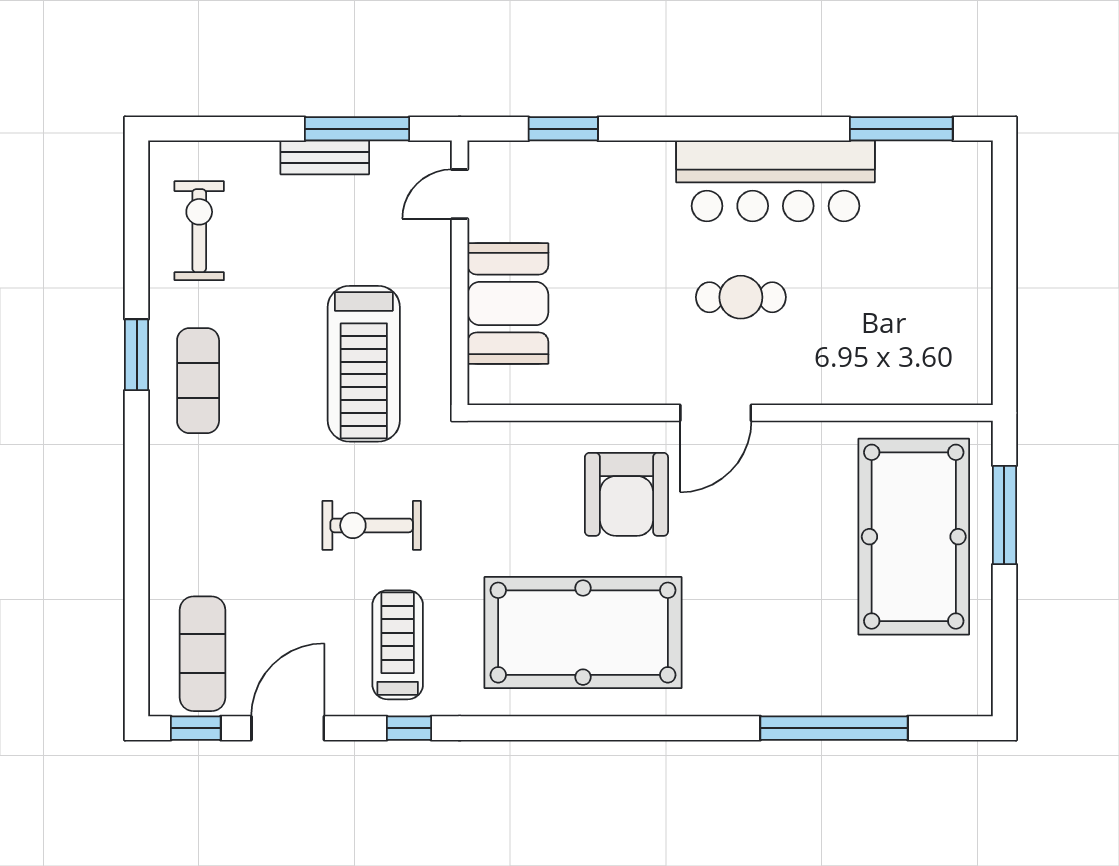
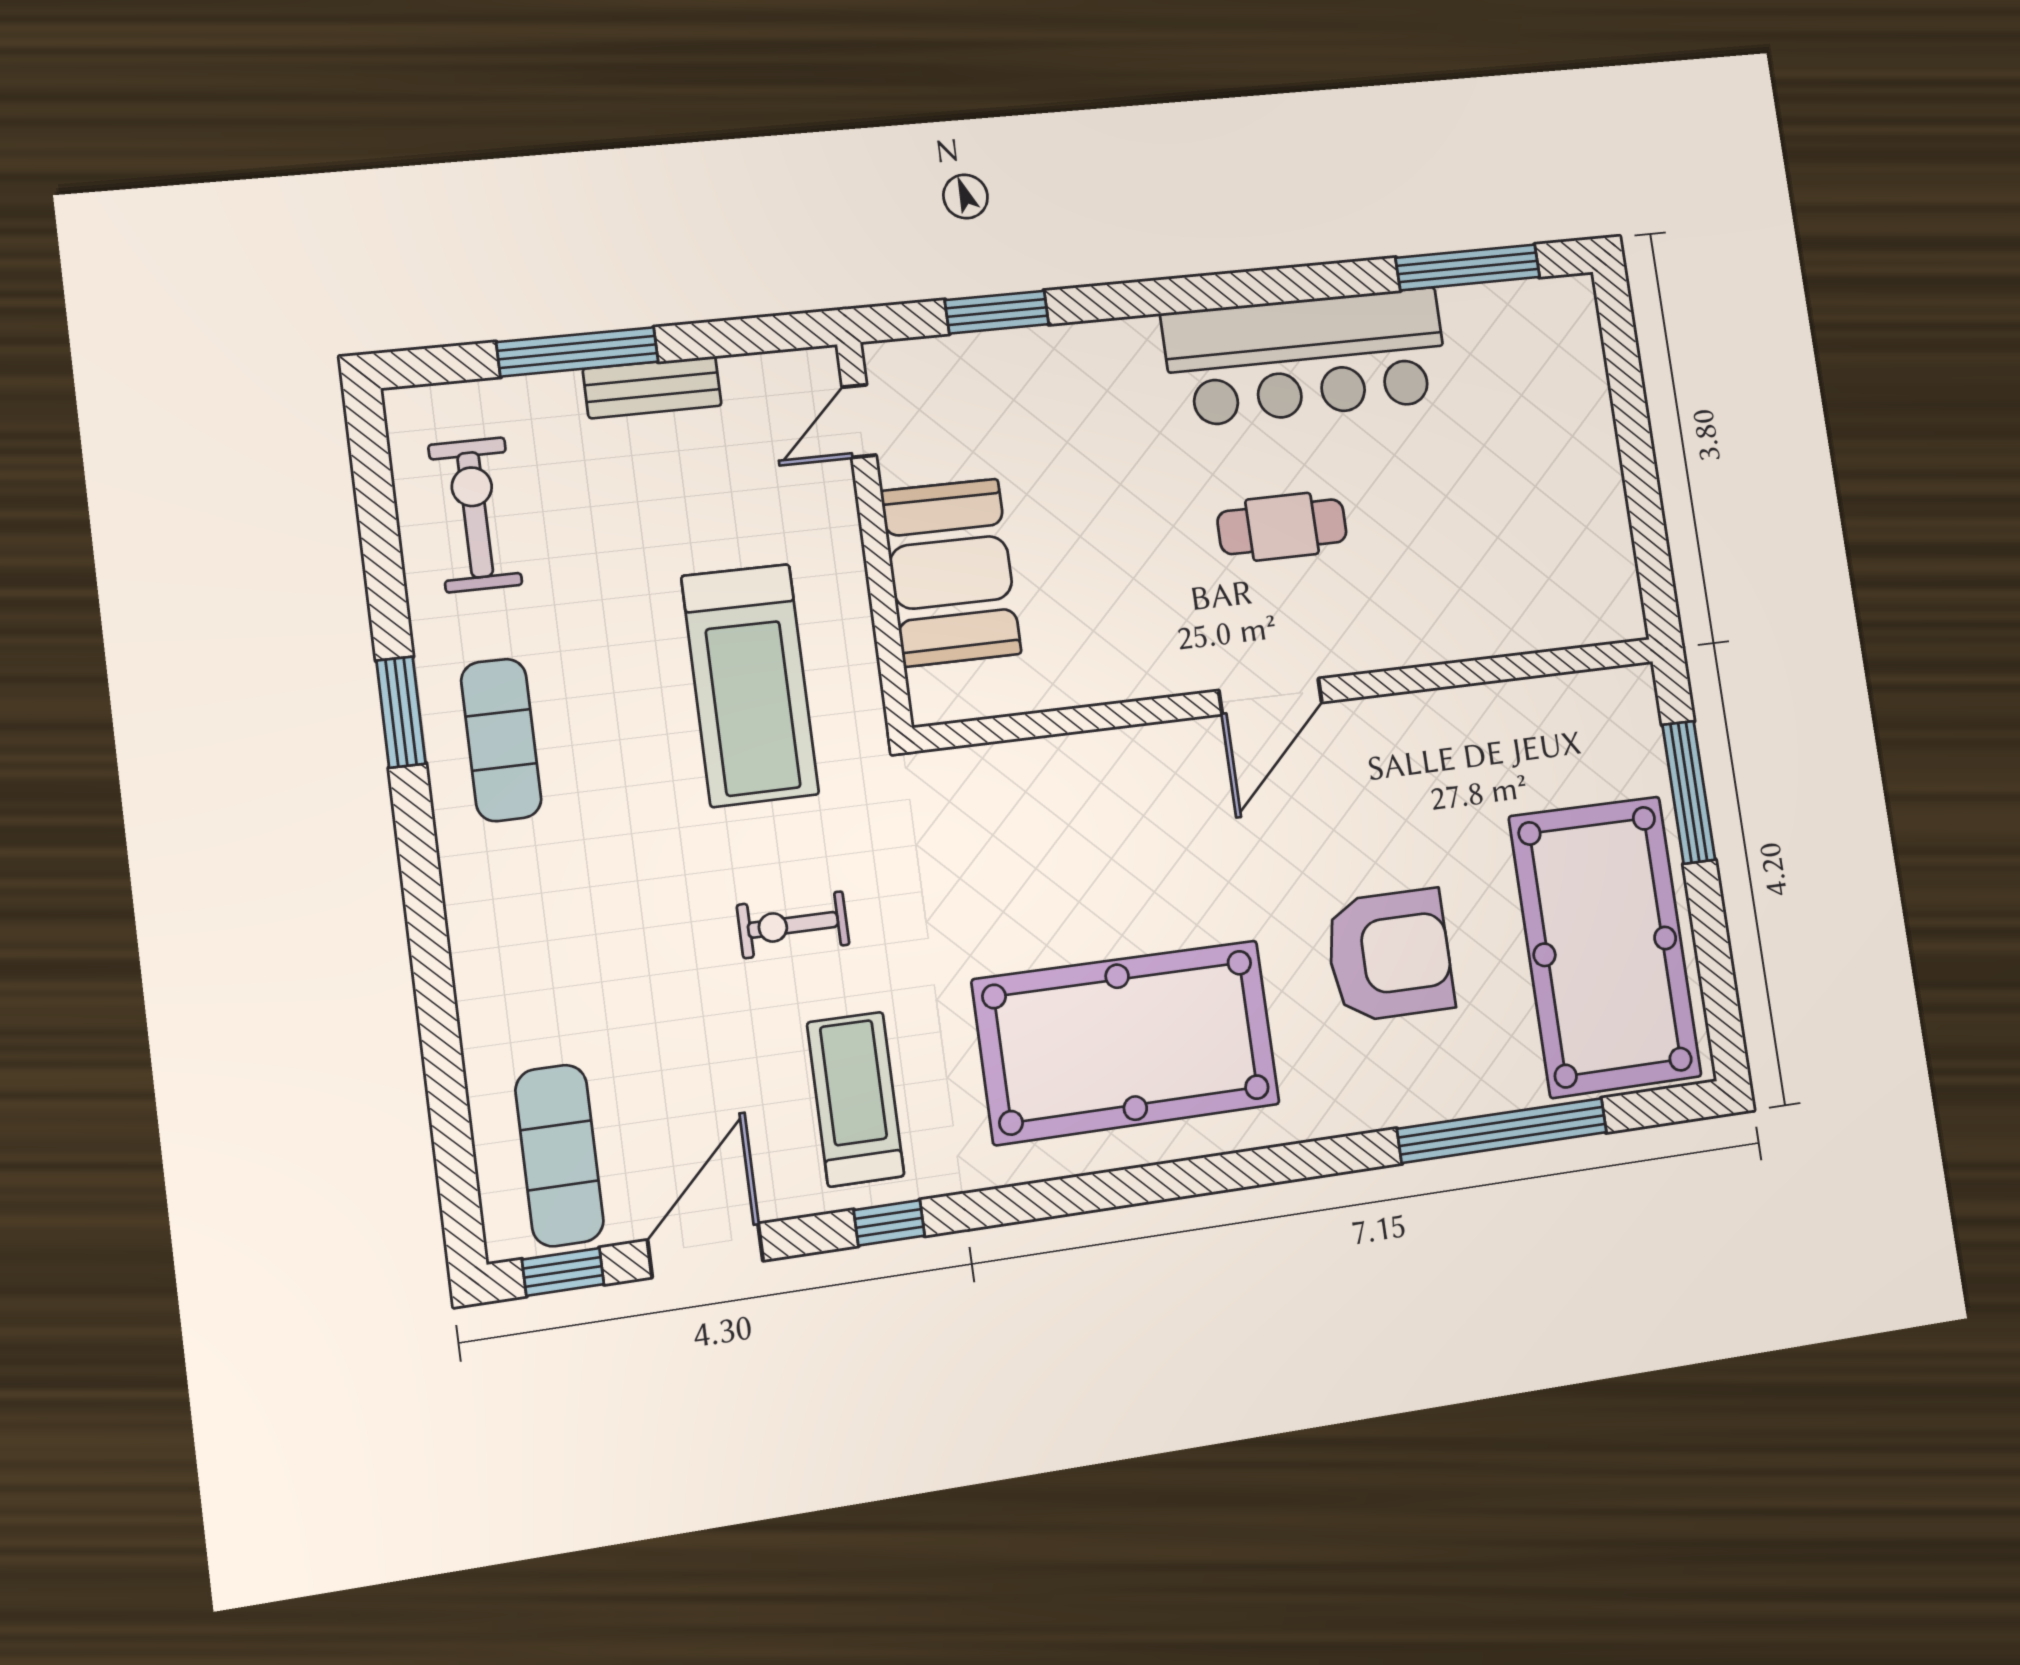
window: (357, 129) -> (577, 352), moved
armchair: (626, 494) -> (1389, 955), moved, turned -90
exercise bike: (372, 525) -> (793, 925), width x0.73, depth x0.72
pool table: (914, 537) -> (1605, 946), moved

